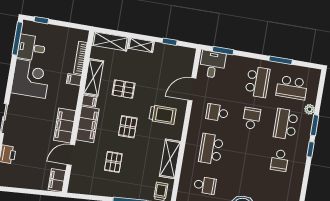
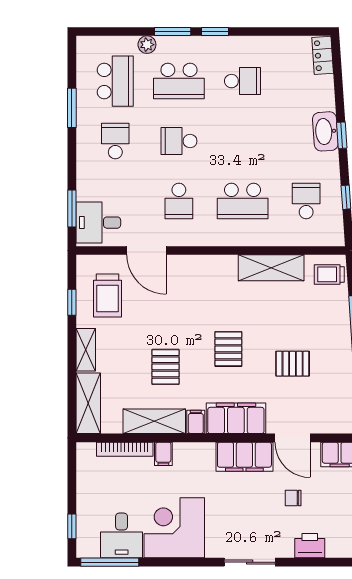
school desk: (257, 82) -> (115, 141), width x0.54
trolley: (163, 115) -> (107, 296), moved, turned 180
pallet: (128, 127) -> (228, 349), turned 90
chair: (36, 149) -> (293, 498), added

